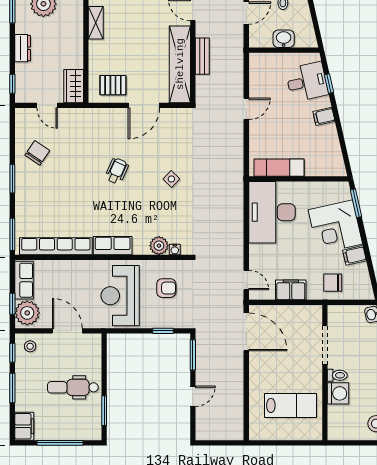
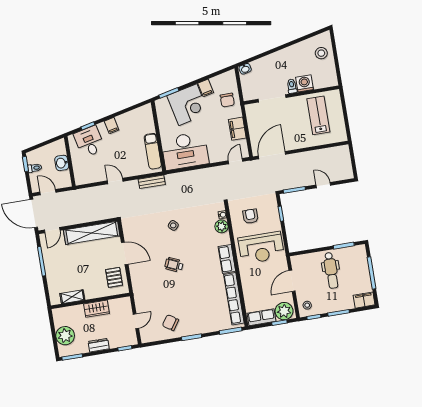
bench: (202, 56) -> (152, 182), moved
wardrobe: (74, 86) -> (96, 309), moved

